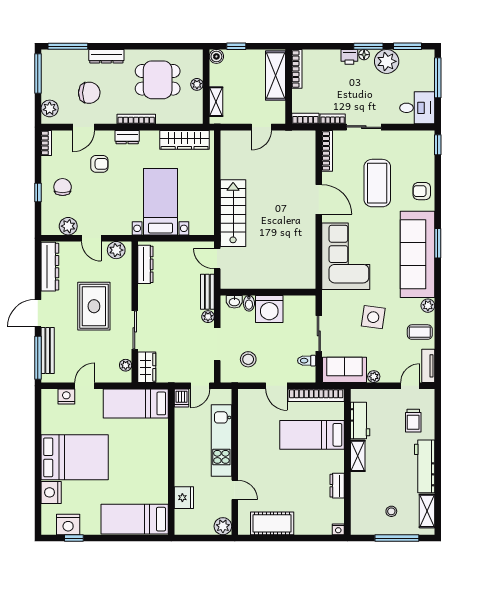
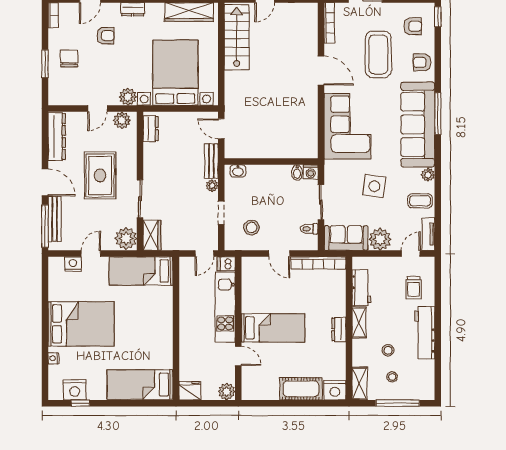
armchair: (412, 154) -> (413, 26), added
window: (38, 193) -> (45, 64), width x1.50
bed with nightstands: (161, 202) -> (175, 73), width x1.36
stairs: (233, 213) -> (237, 37), moved
plant: (68, 226) -> (128, 97), moved
door: (91, 238) -> (97, 109), hinge flipped
window: (438, 243) -> (438, 114), width x1.44
dresser: (145, 264) -> (151, 129), width x0.70
bidet: (249, 303) -> (297, 173), moved
washing machine: (269, 309) -> (311, 172), moved, width x0.53, depth x0.53
door: (38, 313) -> (45, 182), swing flipped
doorway: (217, 344) -> (221, 213), width x0.73
plant: (126, 365) -> (126, 238), width x1.88, depth x1.88
plant: (374, 377) -> (380, 239), width x1.87, depth x1.87
dishwasher: (181, 398) -> (226, 264), moved, turned 90
bed: (312, 435) -> (273, 328), moved, turned 180
stool: (387, 484) -> (388, 350), added
dresser: (337, 486) -> (339, 330), moved
nightstand: (51, 492) -> (54, 358), width x0.53, depth x0.56
fridge: (184, 498) -> (190, 391), moved, turned -90
shelving: (427, 511) -> (360, 384), moved
cot: (272, 523) -> (301, 389), moved
nightstand: (338, 529) -> (335, 390), width x1.89, depth x1.79

